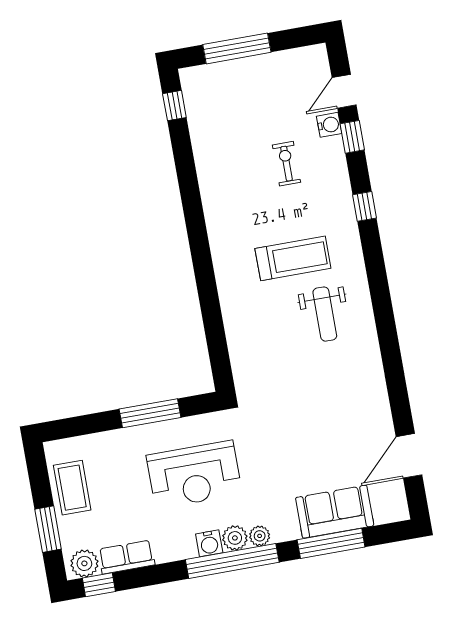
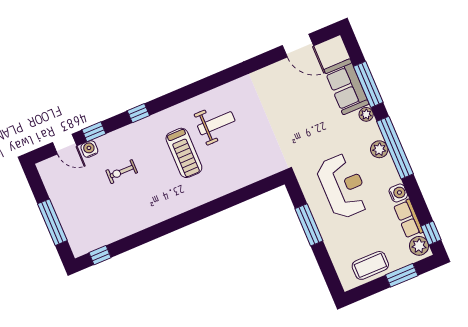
treadmill: (293, 258) -> (184, 153), turned 180
plant: (260, 536) -> (366, 114), moved
water cooler: (209, 543) -> (398, 193), moved

